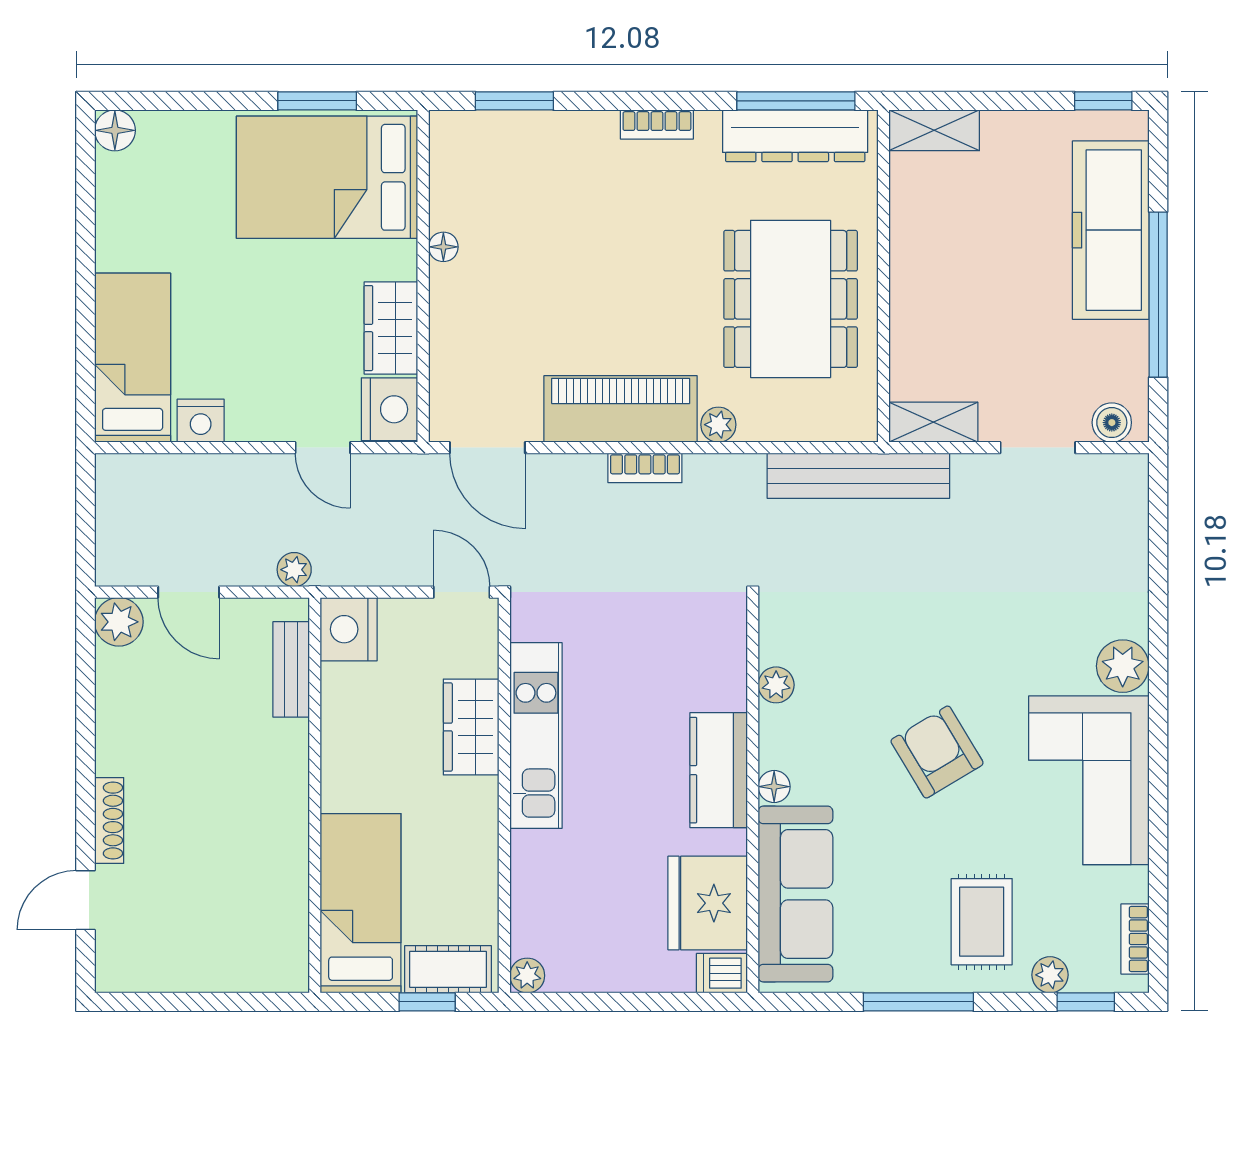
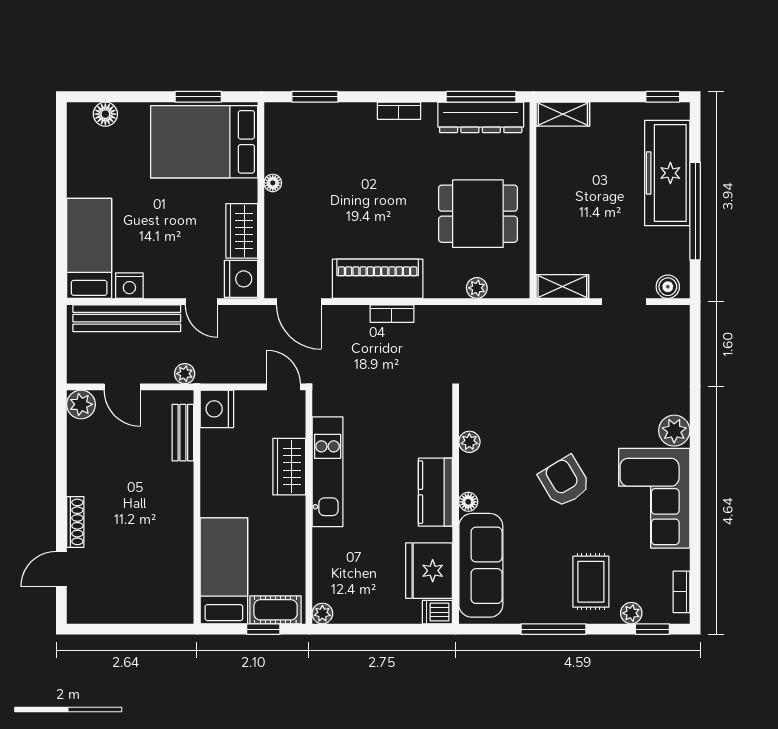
floor lamp: (115, 130) -> (105, 114), moved
dining table: (791, 299) -> (478, 214), width x0.73
plant: (718, 425) -> (477, 288), moved
bench: (858, 476) -> (127, 318), moved

